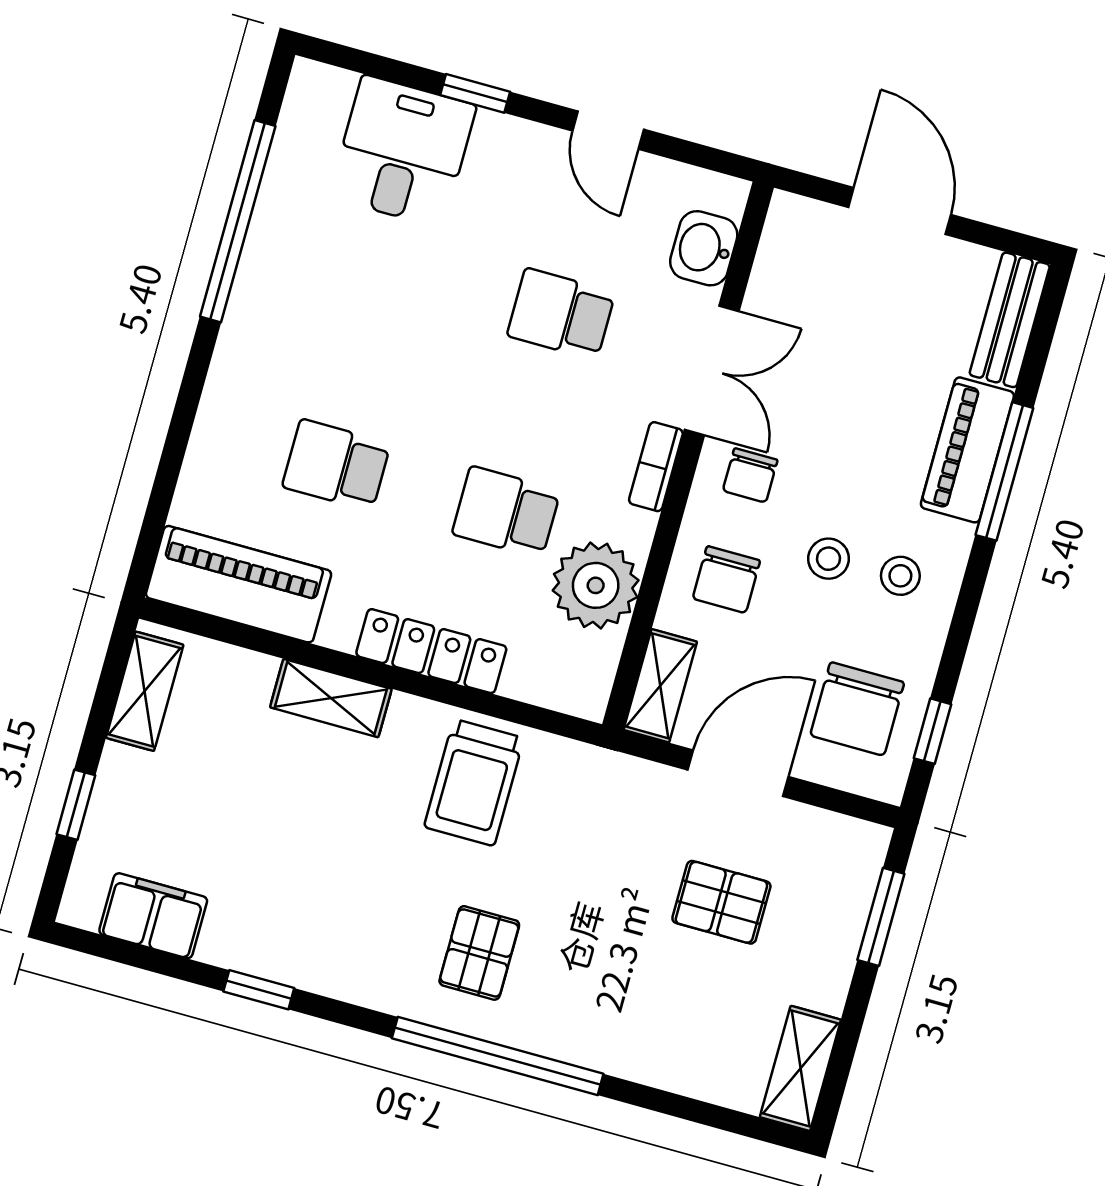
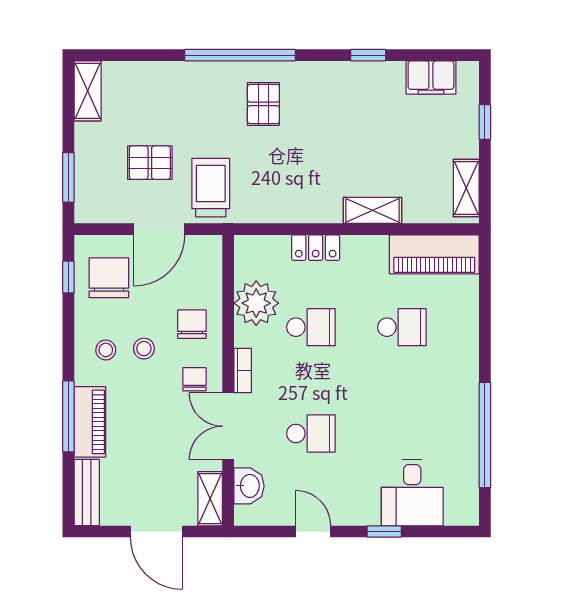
locker: (431, 651) -> (316, 248), width x0.66
shelving: (660, 686) -> (210, 499), moved
trolley: (474, 782) -> (211, 188), moved

